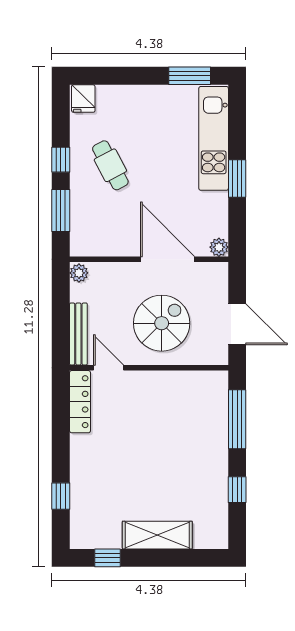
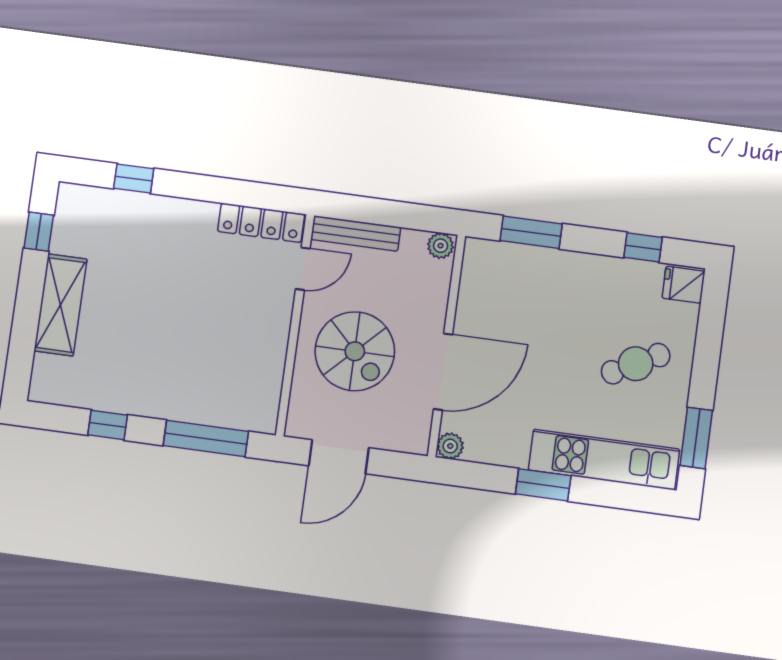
window: (61, 160) -> (643, 247), moved
cafe table: (110, 165) -> (636, 364), moved

